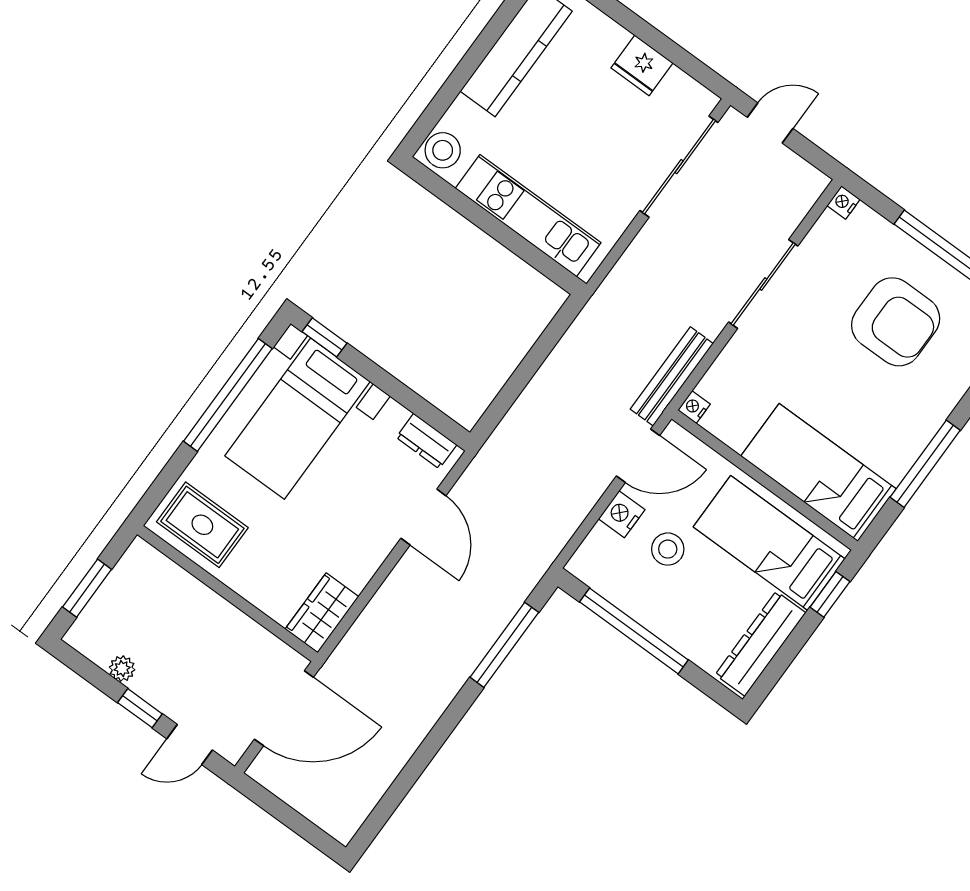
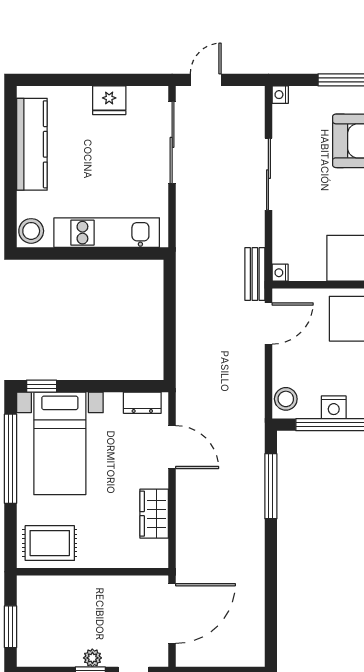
bench: (672, 376) -> (255, 274), width x0.73
nightstand: (622, 514) -> (334, 407), moved, turned -90
stool: (668, 549) -> (286, 399), moved
wardrobe: (322, 613) -> (154, 514), moved
plant: (122, 669) -> (92, 658), moved

